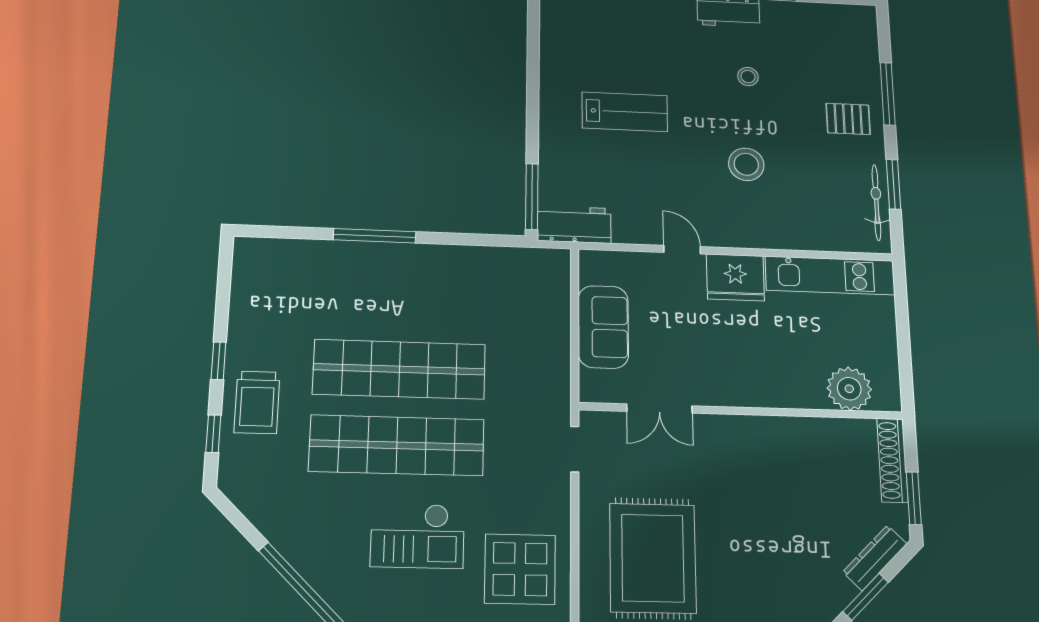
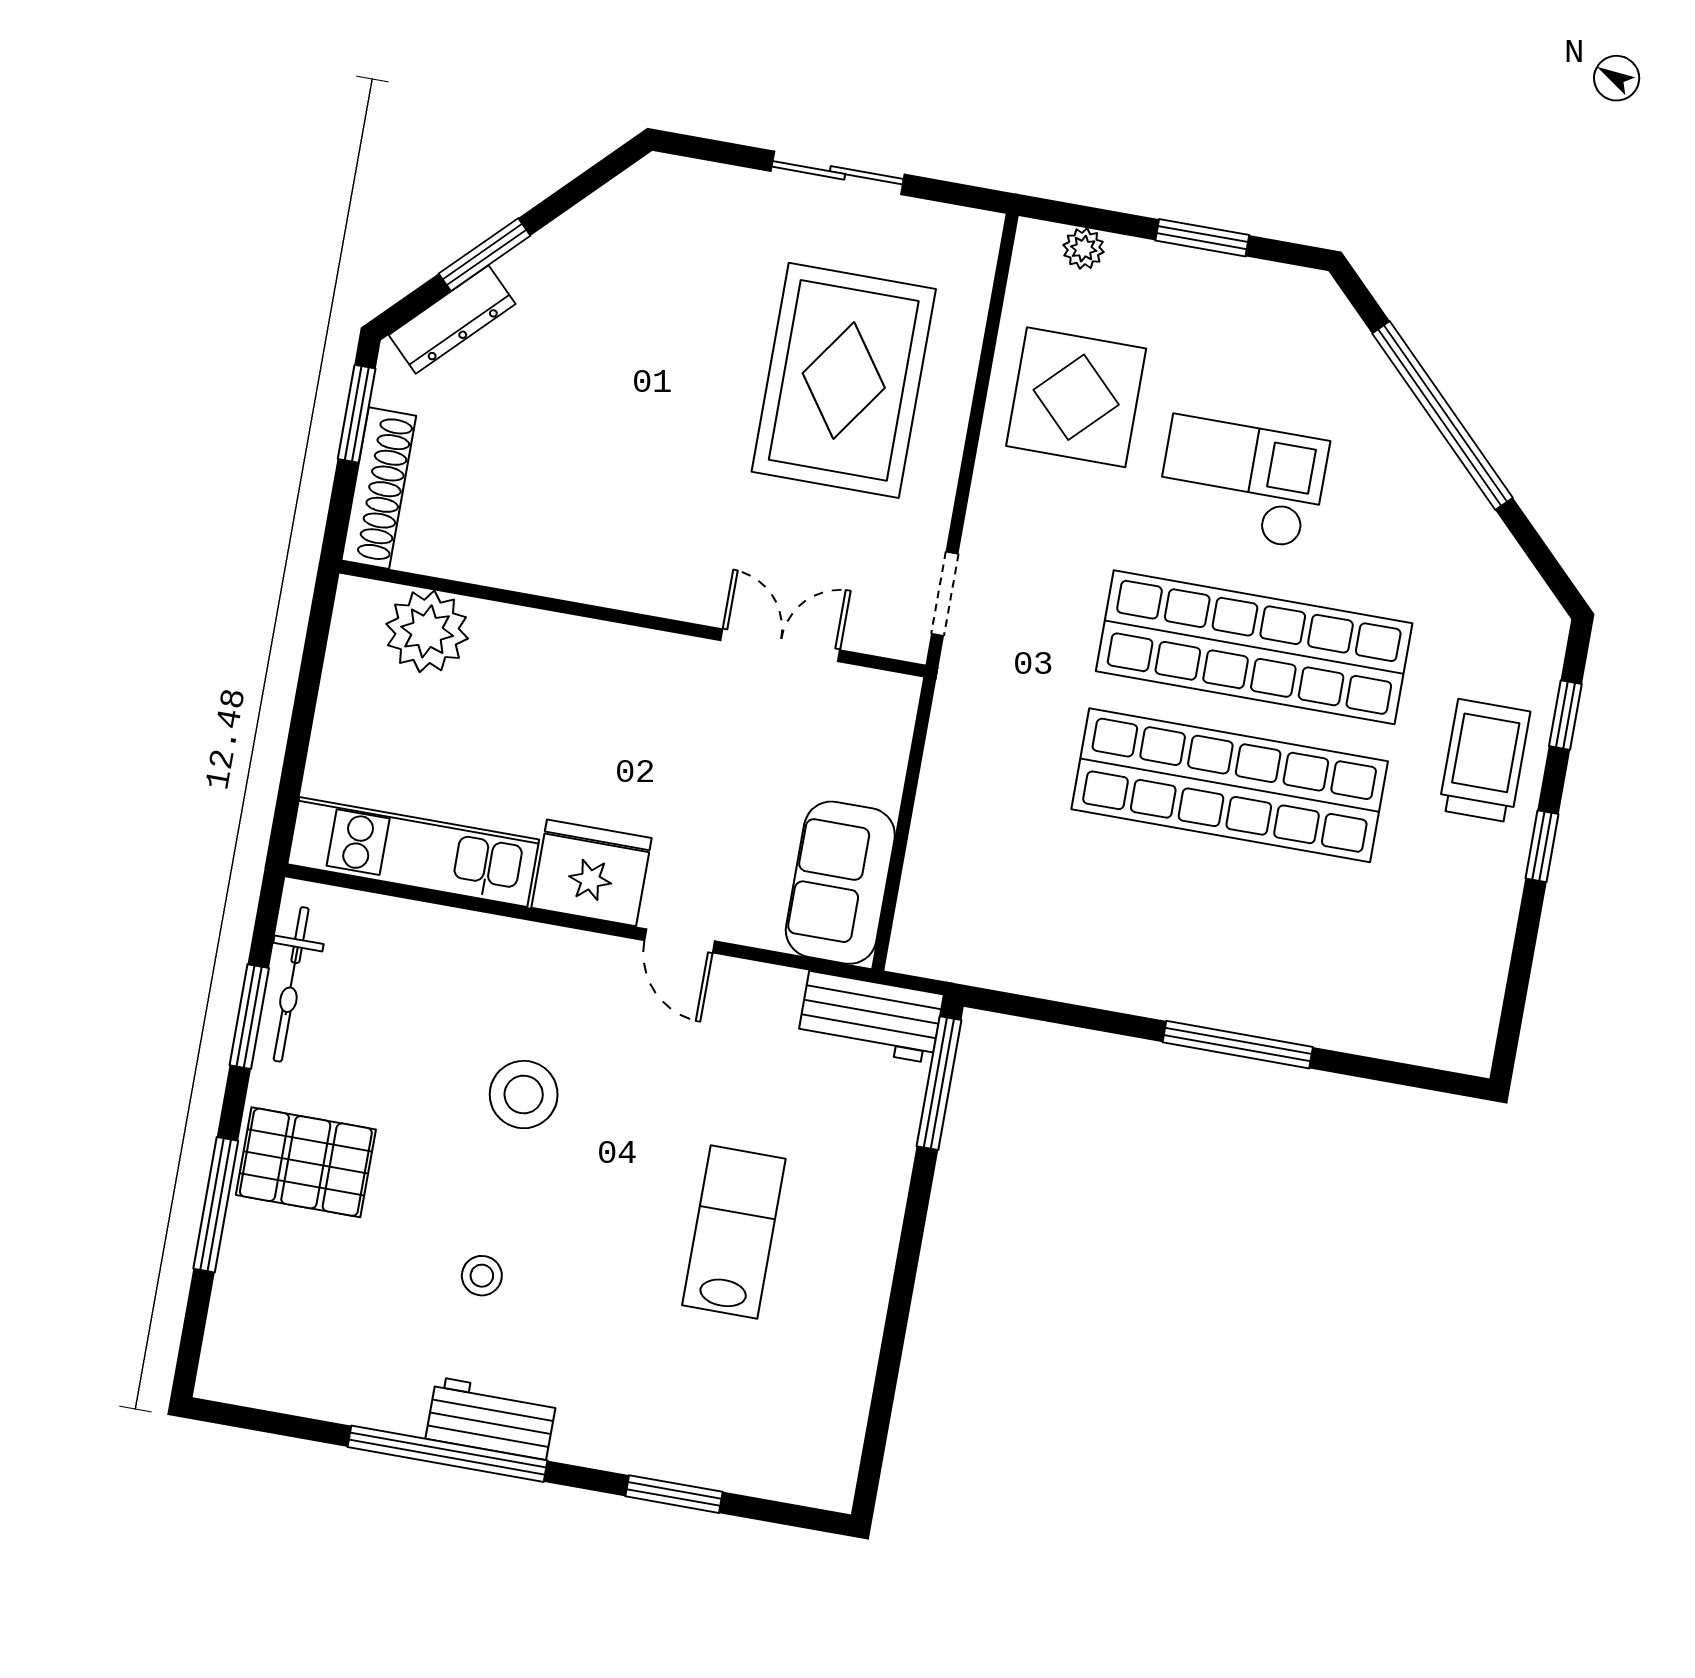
lab bench: (625, 112) -> (734, 1232), turned 90
pallet: (848, 119) -> (306, 1162), width x1.50, depth x1.42
sofa: (603, 327) -> (840, 883), moved

